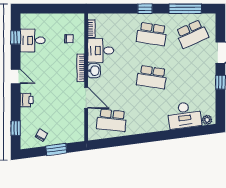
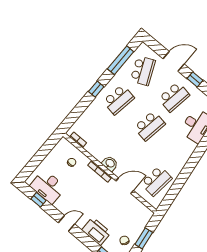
desk: (33, 40) -> (48, 187), width x1.37
desk: (101, 51) -> (99, 146), removed
school desk: (192, 77) -> (174, 97), added
printer: (27, 100) -> (96, 231), width x1.87, depth x1.48

